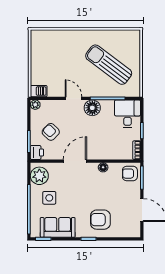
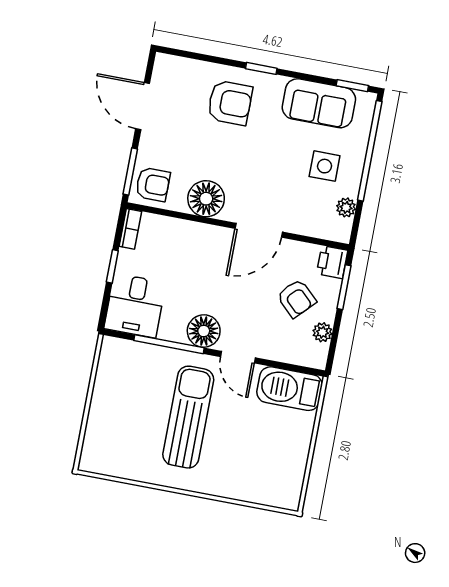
sun lounger: (109, 65) -> (188, 417), moved, turned -127
barbecue: (39, 91) -> (290, 389), width x1.88, depth x1.53
plant: (35, 105) -> (322, 332), moved
floor lamp: (103, 167) -> (206, 199), width x1.89, depth x1.89
plant: (39, 176) -> (346, 207), width x0.53, depth x0.53

